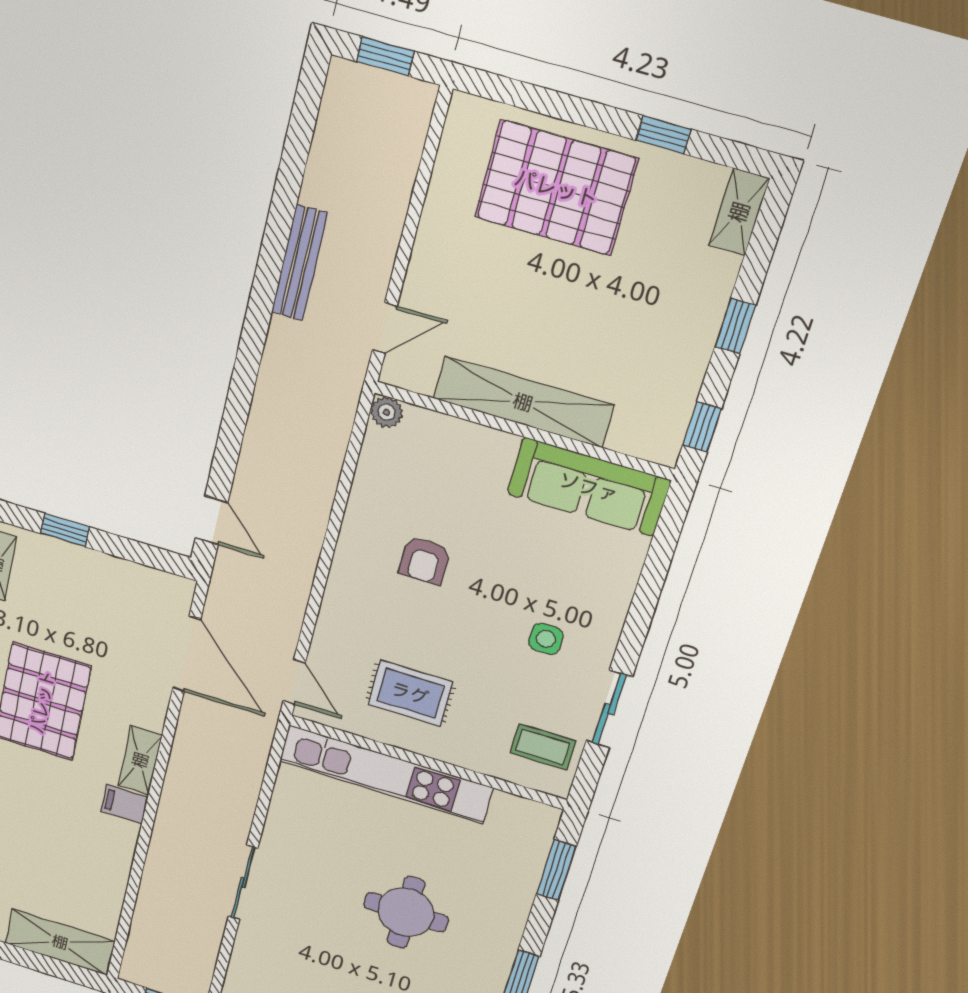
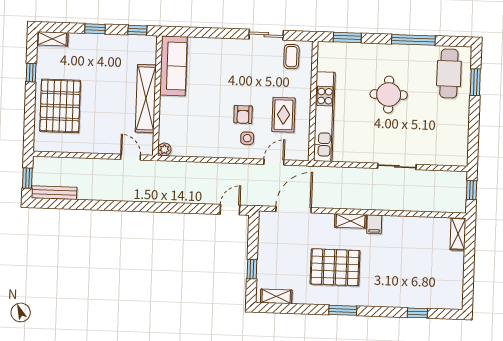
bench: (299, 263) -> (54, 193), moved
armchair: (425, 560) -> (243, 114), moved, turned 90
side table: (546, 639) -> (247, 138), moved
door: (294, 682) -> (274, 162), moved
shelving: (60, 942) -> (458, 234), width x0.67, depth x0.75

